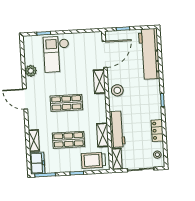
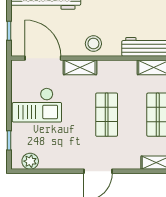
checkout: (57, 54) -> (37, 105), moved
plant: (31, 71) -> (30, 161), moved

